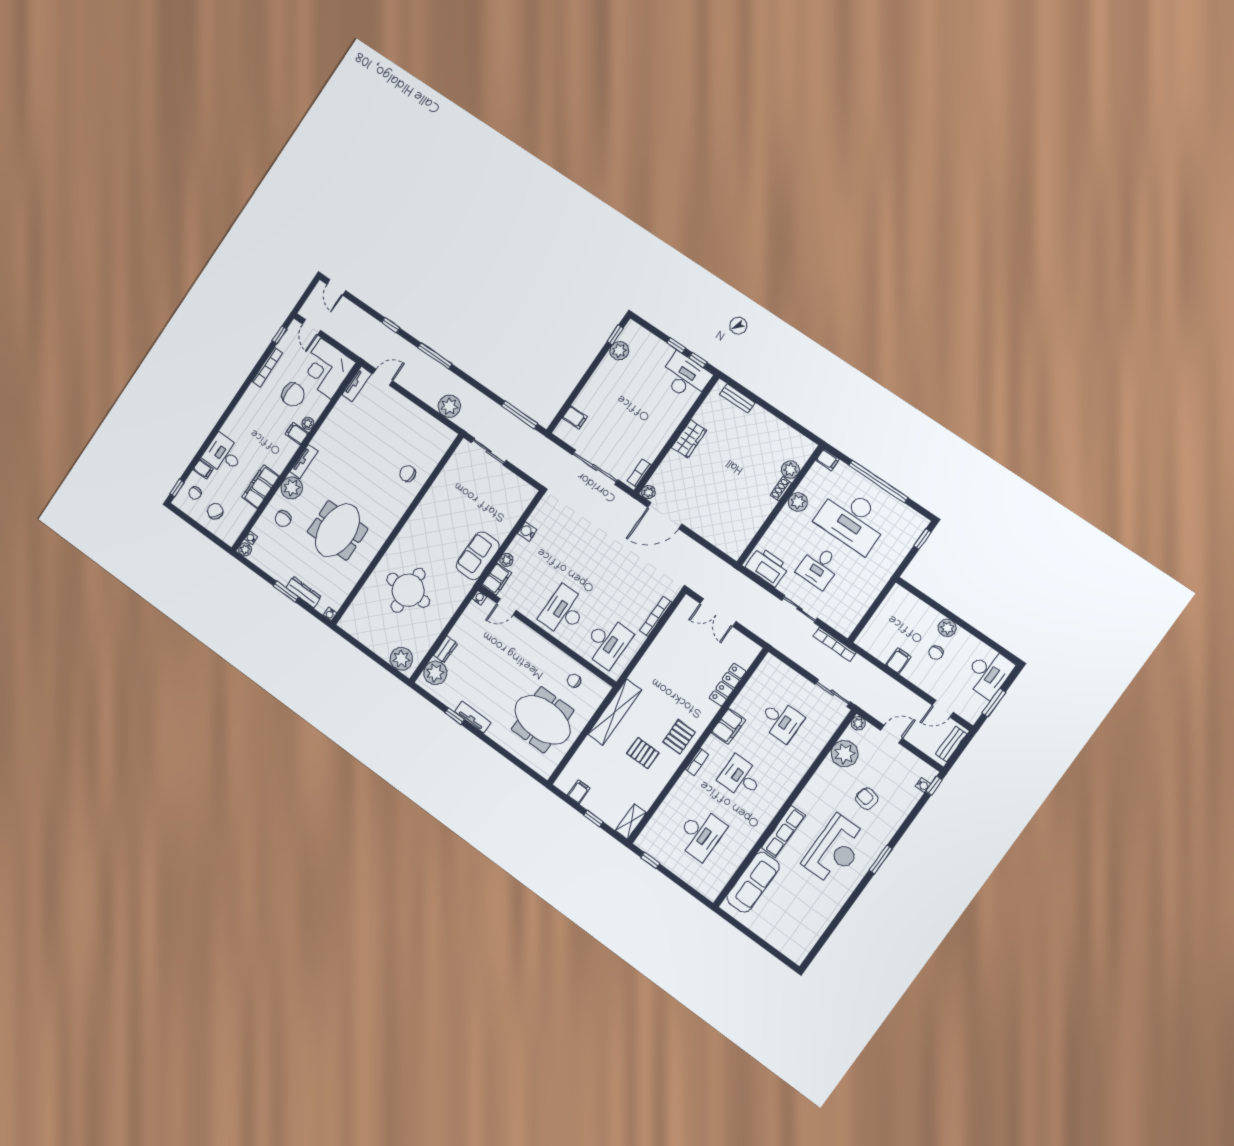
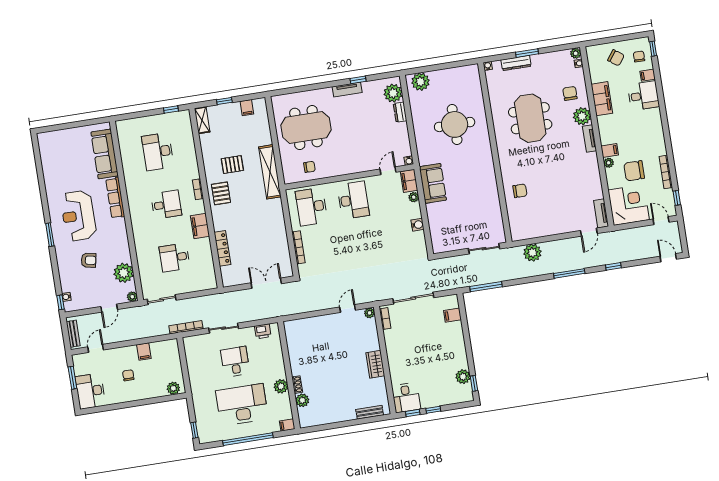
desk: (685, 377) -> (406, 398), width x0.73
door: (665, 516) -> (348, 309), width x0.53
printer: (767, 567) -> (263, 331), width x0.53, depth x0.68
plant: (947, 628) -> (173, 388), moved

